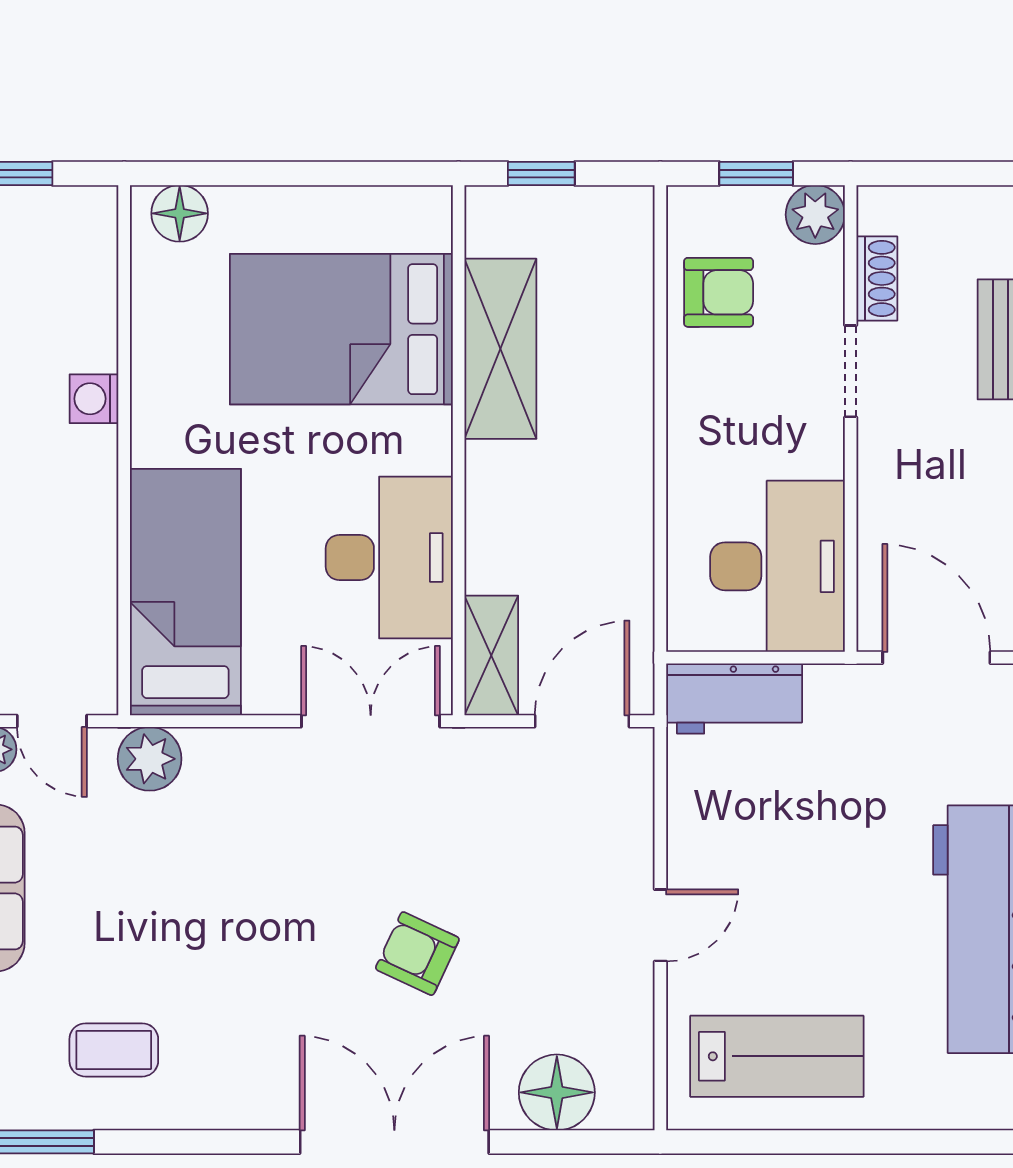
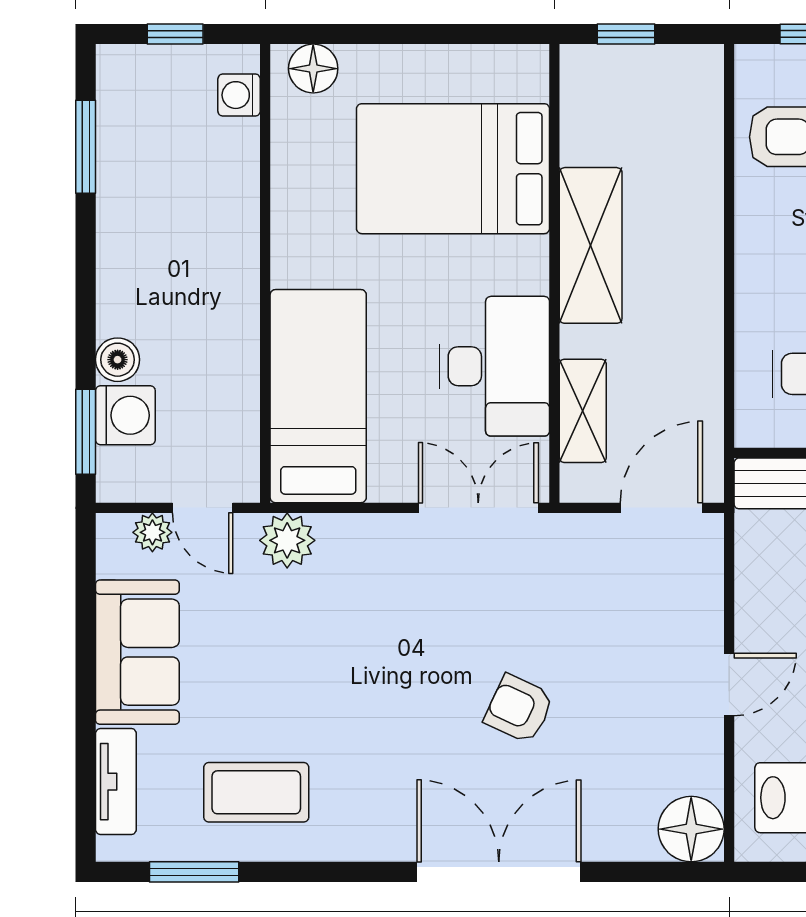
shelving: (500, 349) -> (591, 245), moved
washing machine: (94, 399) -> (239, 95), moved
shelving: (491, 655) -> (583, 411), moved
coffee table: (114, 1050) -> (256, 792), width x1.36, depth x1.30
floor lamp: (557, 1092) -> (691, 829), moved

